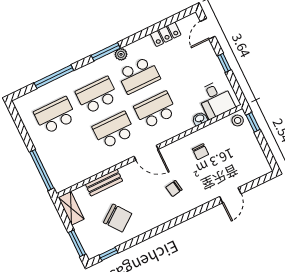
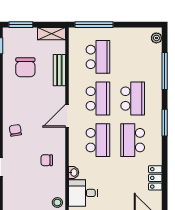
plant: (121, 54) -> (156, 38), moved
school desk: (55, 116) -> (98, 57), moved
chair: (174, 188) -> (15, 130), moved
chair: (118, 218) -> (25, 67), turned -53

